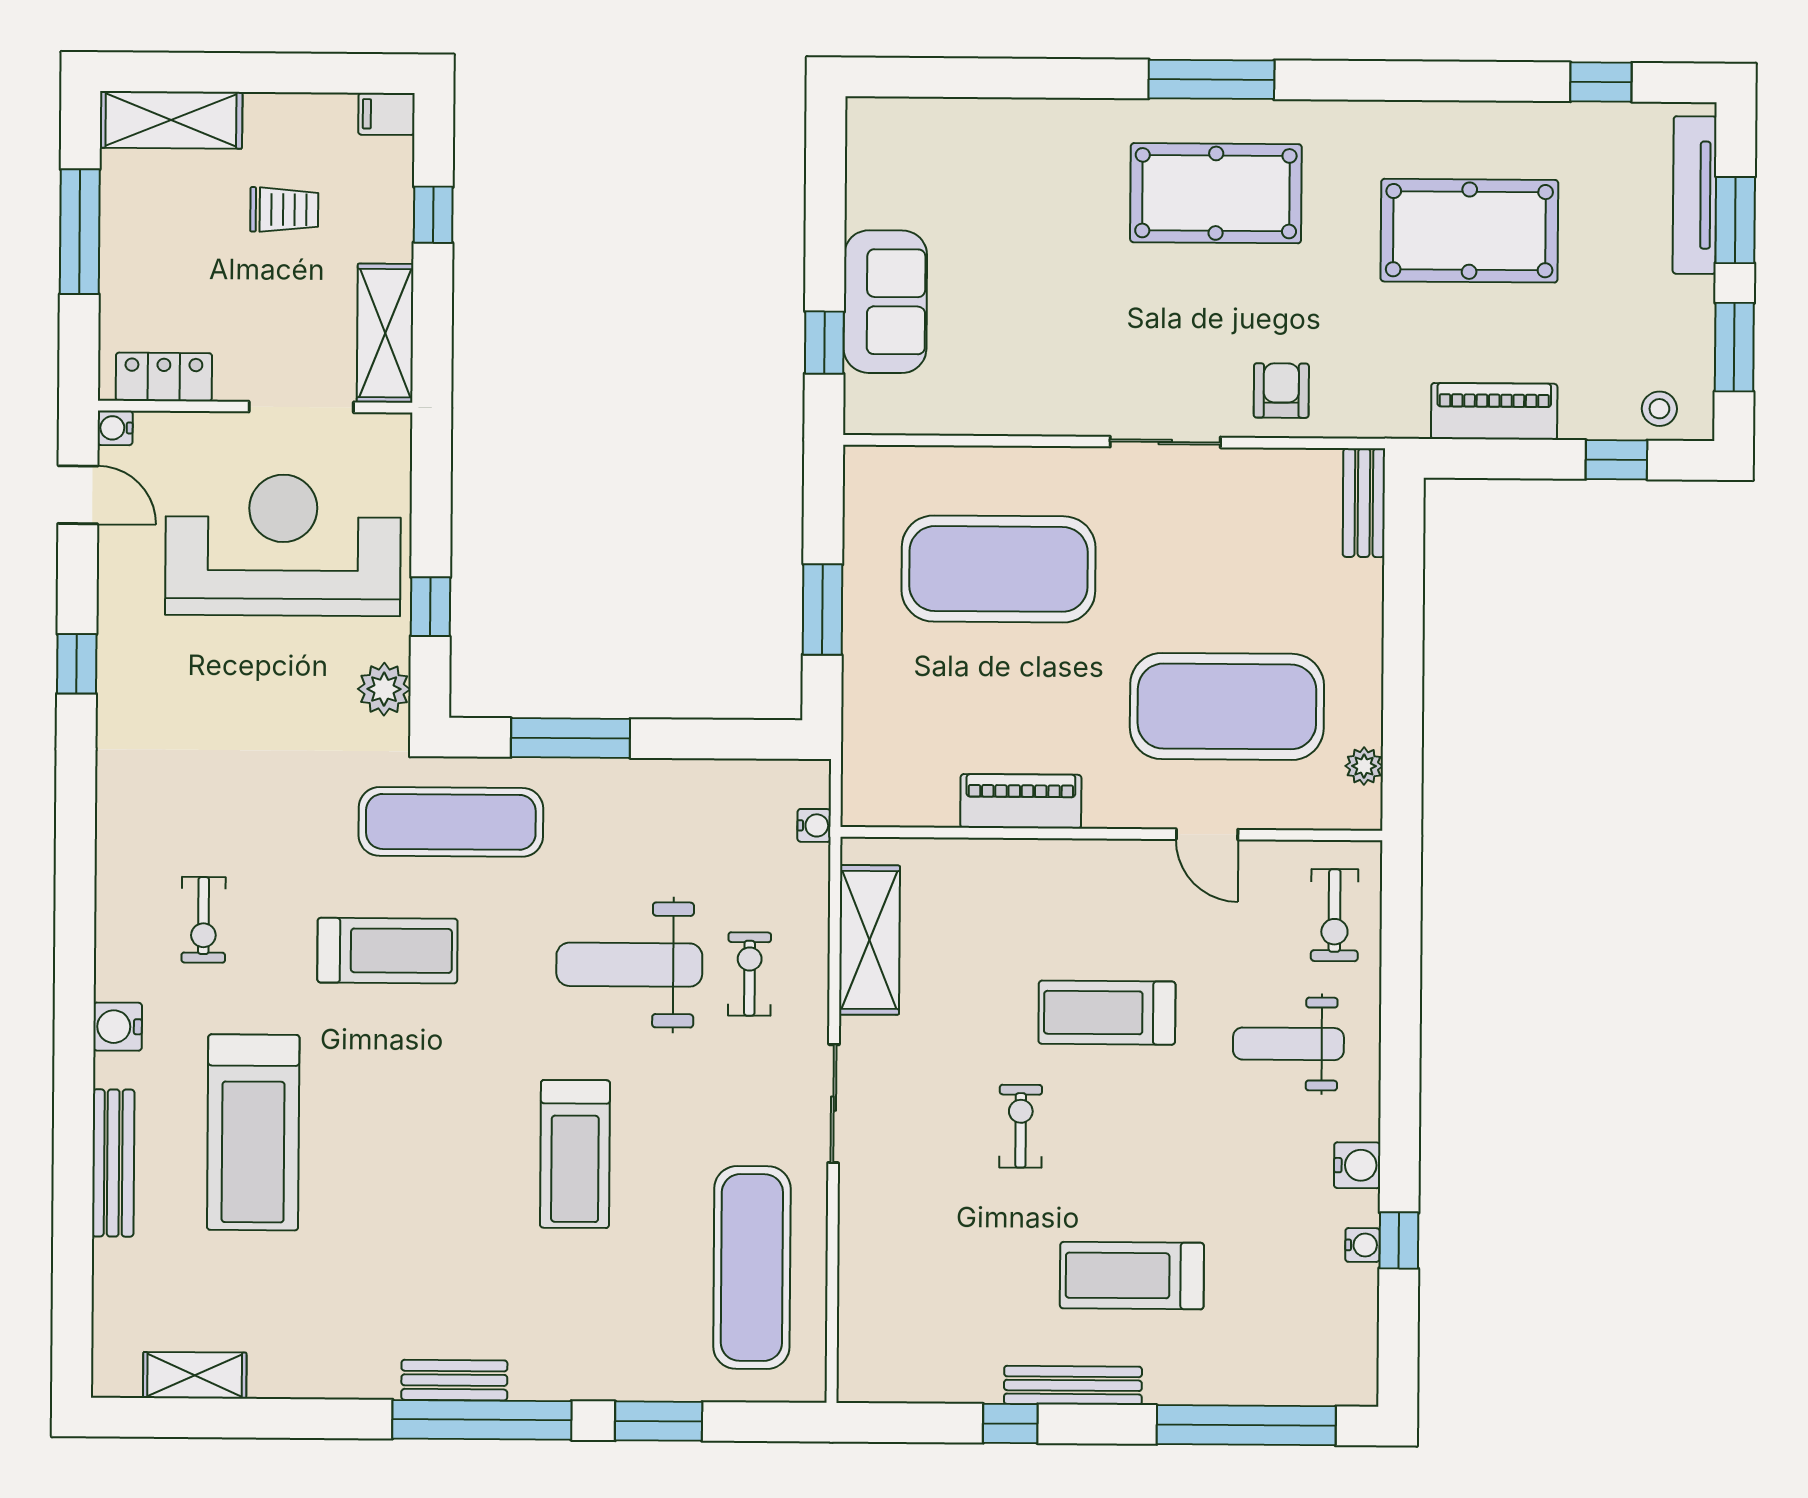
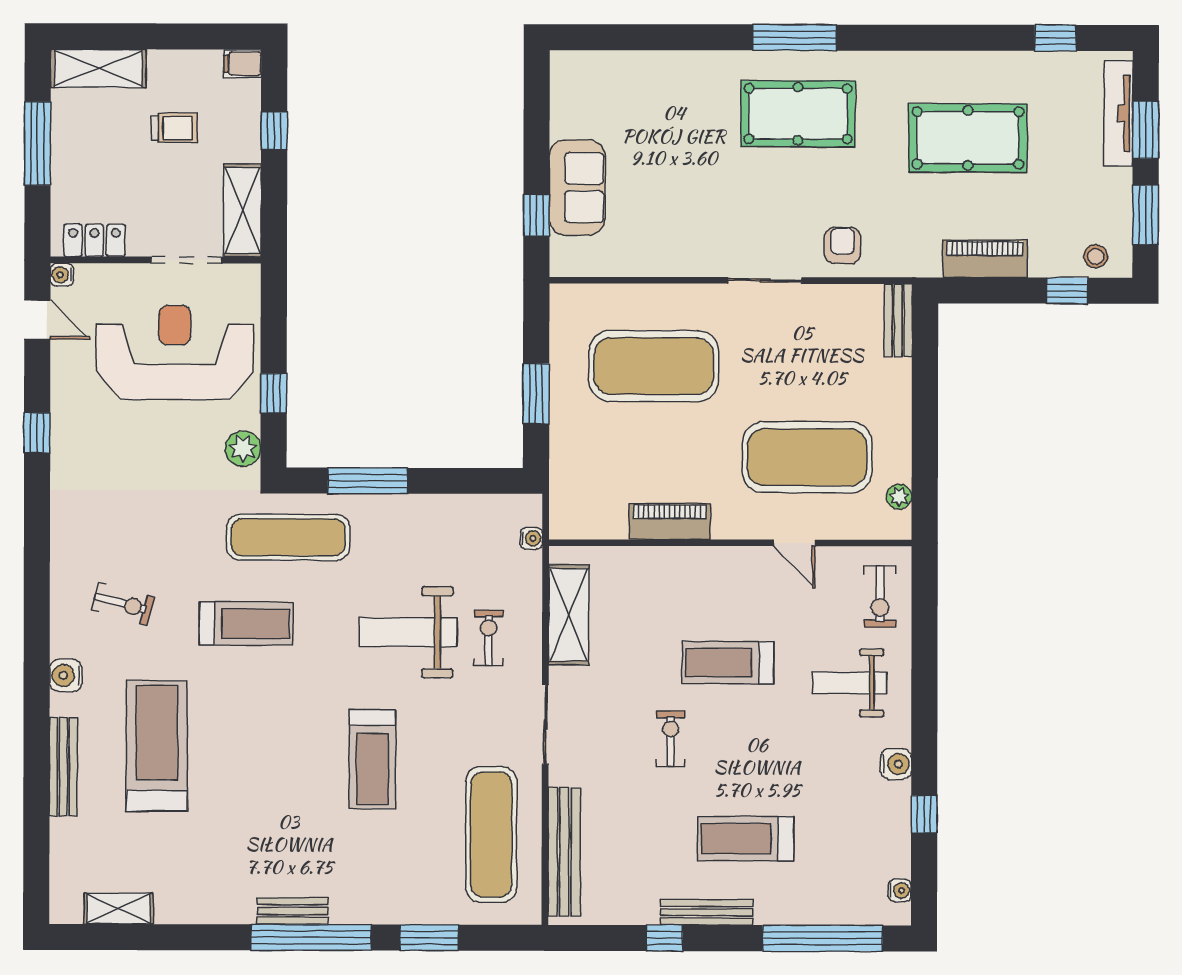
exercise bike: (203, 920) -> (123, 604), turned -75
treadmill: (253, 1132) -> (157, 746), turned 180
water cooler: (1362, 1245) -> (900, 890), moved
bench: (861, 1294) -> (564, 852), added

